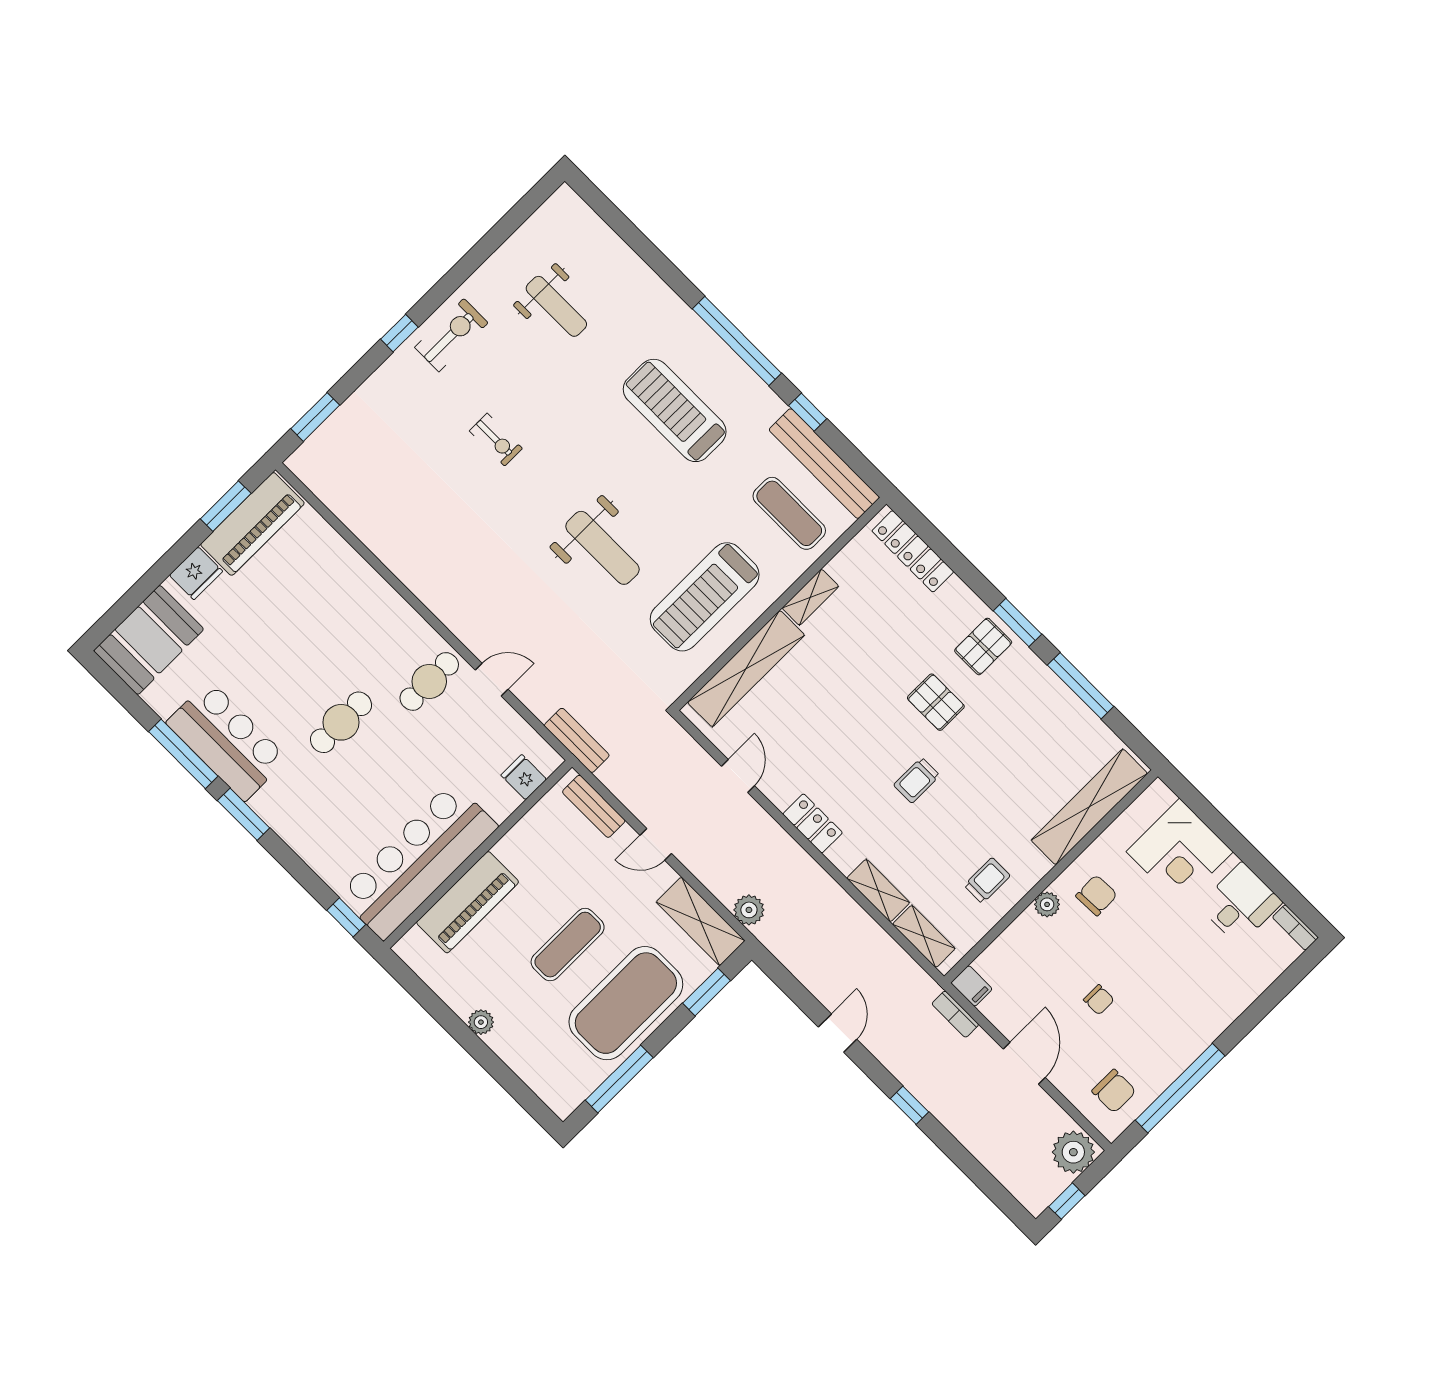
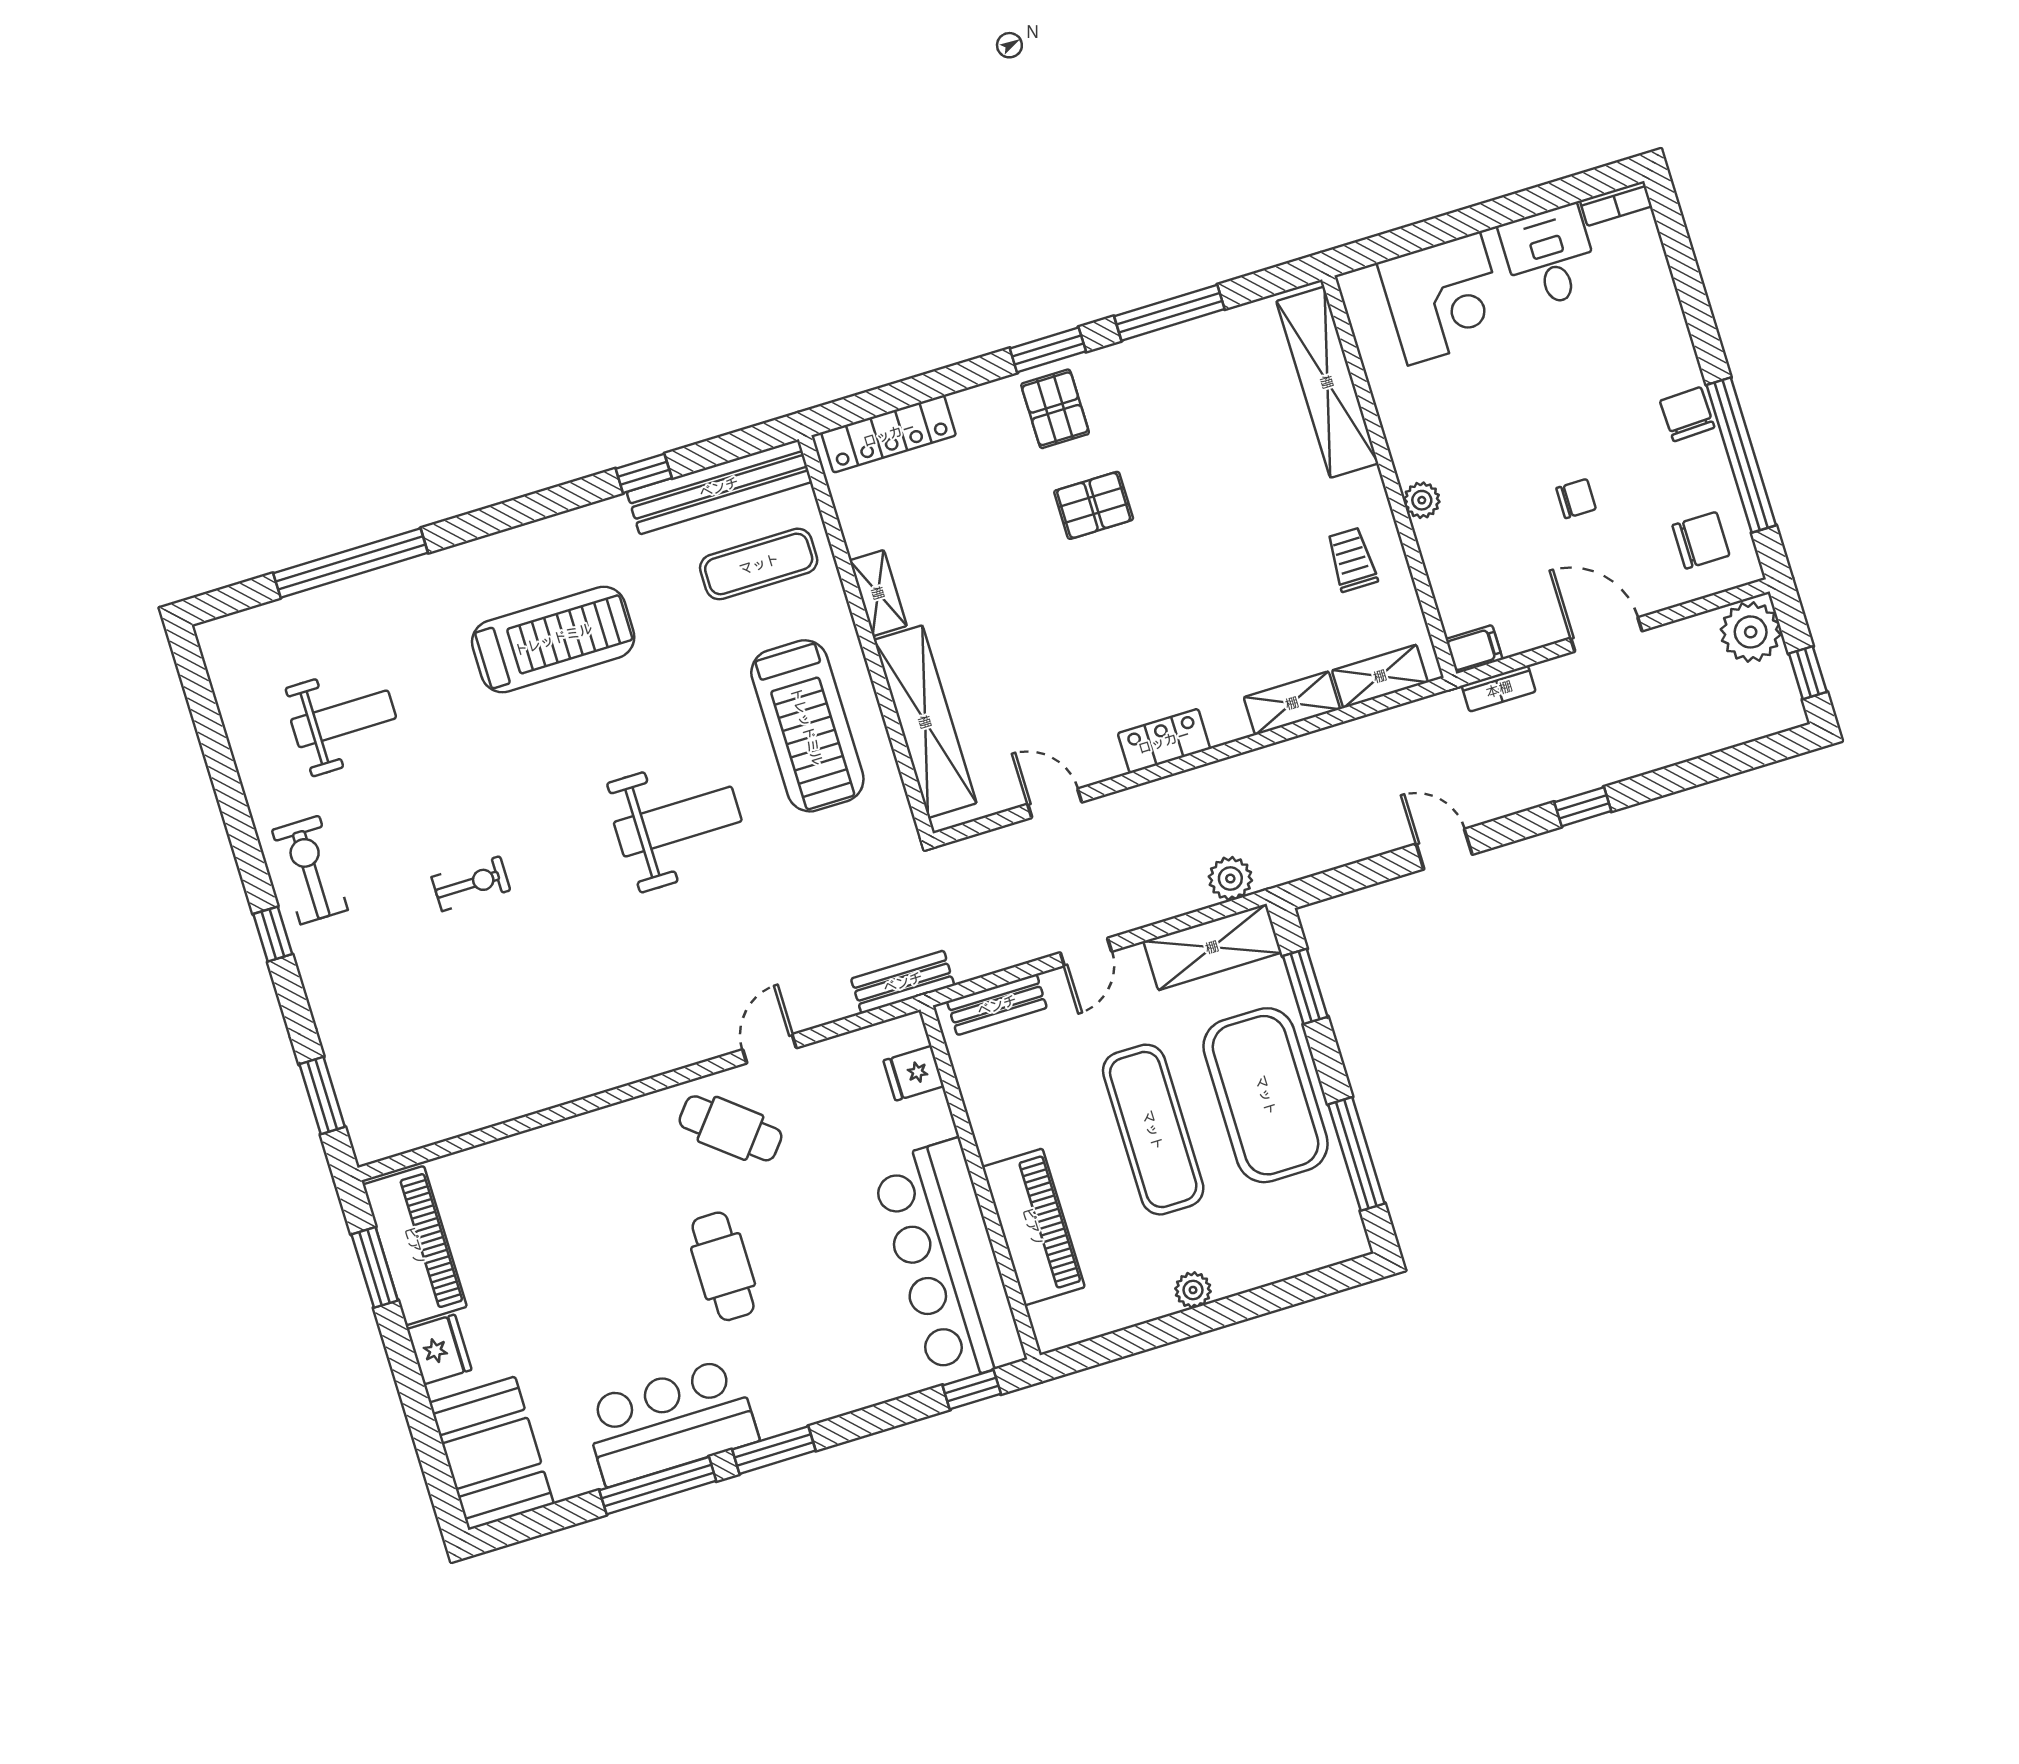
window: (737, 341) -> (351, 563), moved
treadmill: (675, 410) -> (553, 639), turned 180
cafe table: (429, 681) -> (730, 1128), turned -51
trolley: (917, 780) -> (1179, 581), removed
chair: (1096, 895) -> (1687, 414), moved
exercise mat: (568, 945) -> (1153, 1130), width x1.36, depth x1.45

